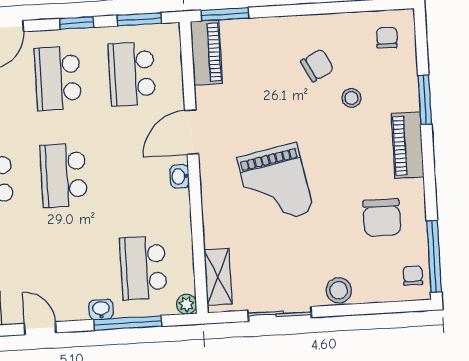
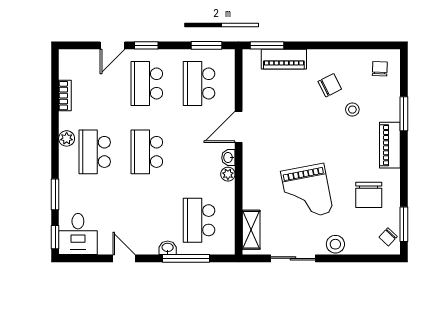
window: (77, 23) -> (146, 45), moved
piano: (206, 53) -> (284, 59), moved, turned 90
grand piano: (275, 185) -> (307, 192), moved
window: (434, 256) -> (404, 224), width x0.69
chair: (413, 276) -> (388, 237), turned -137
plant: (187, 304) -> (228, 174), moved

